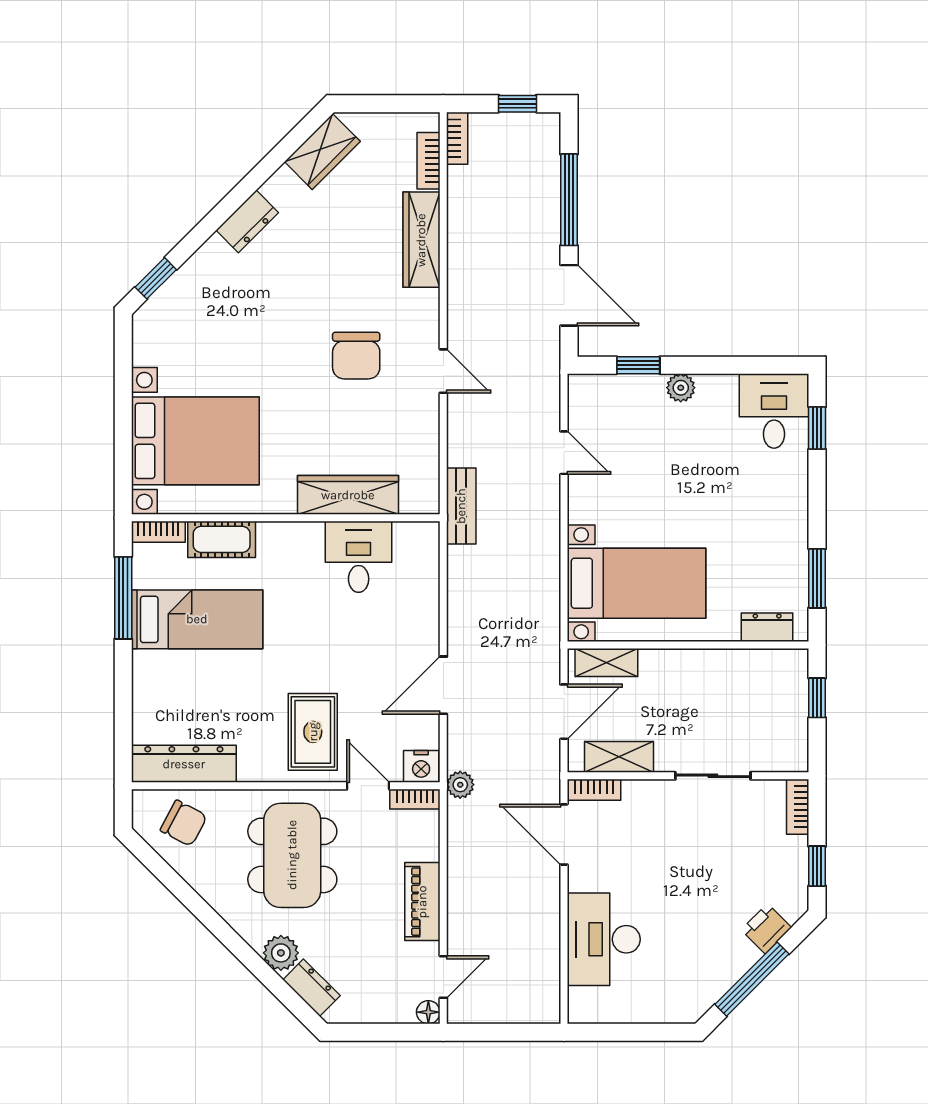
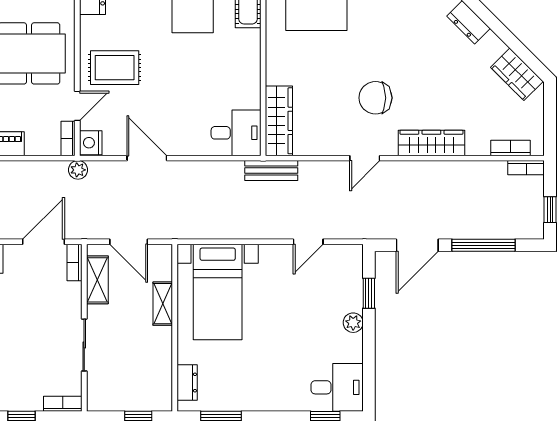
wardrobe: (421, 240) -> (431, 143), moved
wardrobe: (348, 495) -> (279, 121), moved
desk: (359, 557) -> (236, 133), moved
shelving: (606, 662) -> (163, 304), moved

